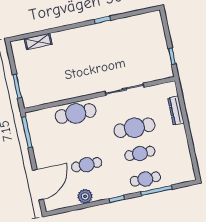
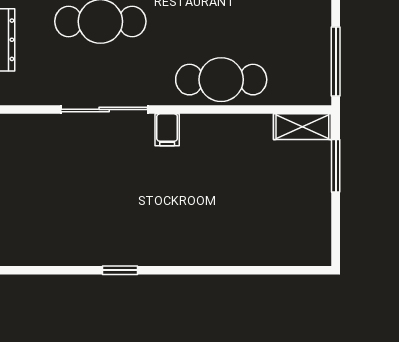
shelving: (38, 41) -> (302, 127), moved
filing cabinet: (95, 86) -> (167, 130), added

